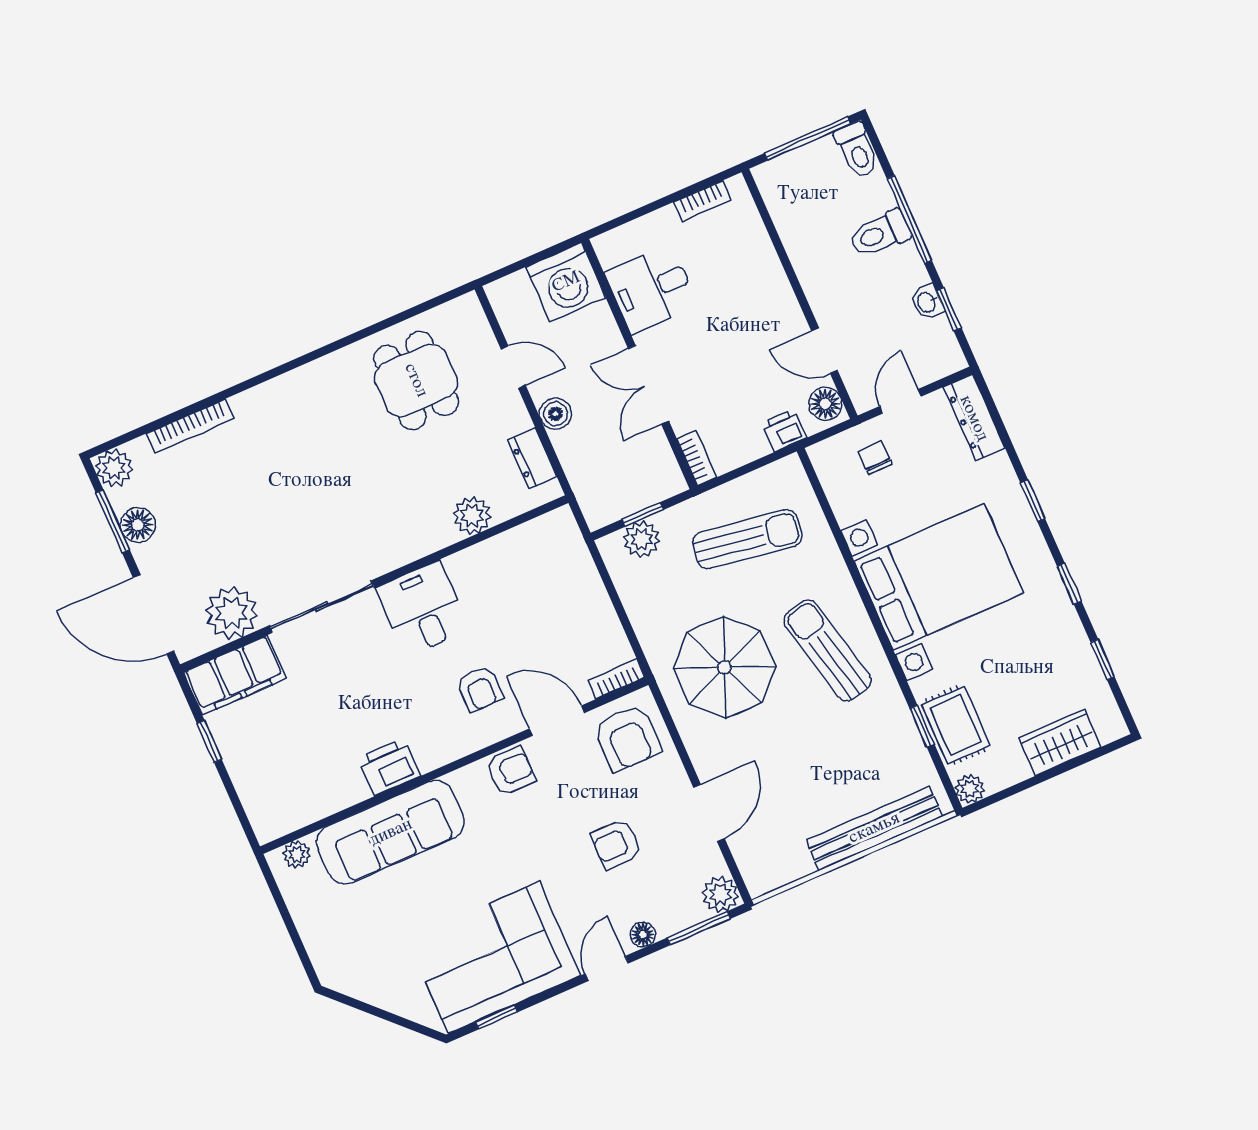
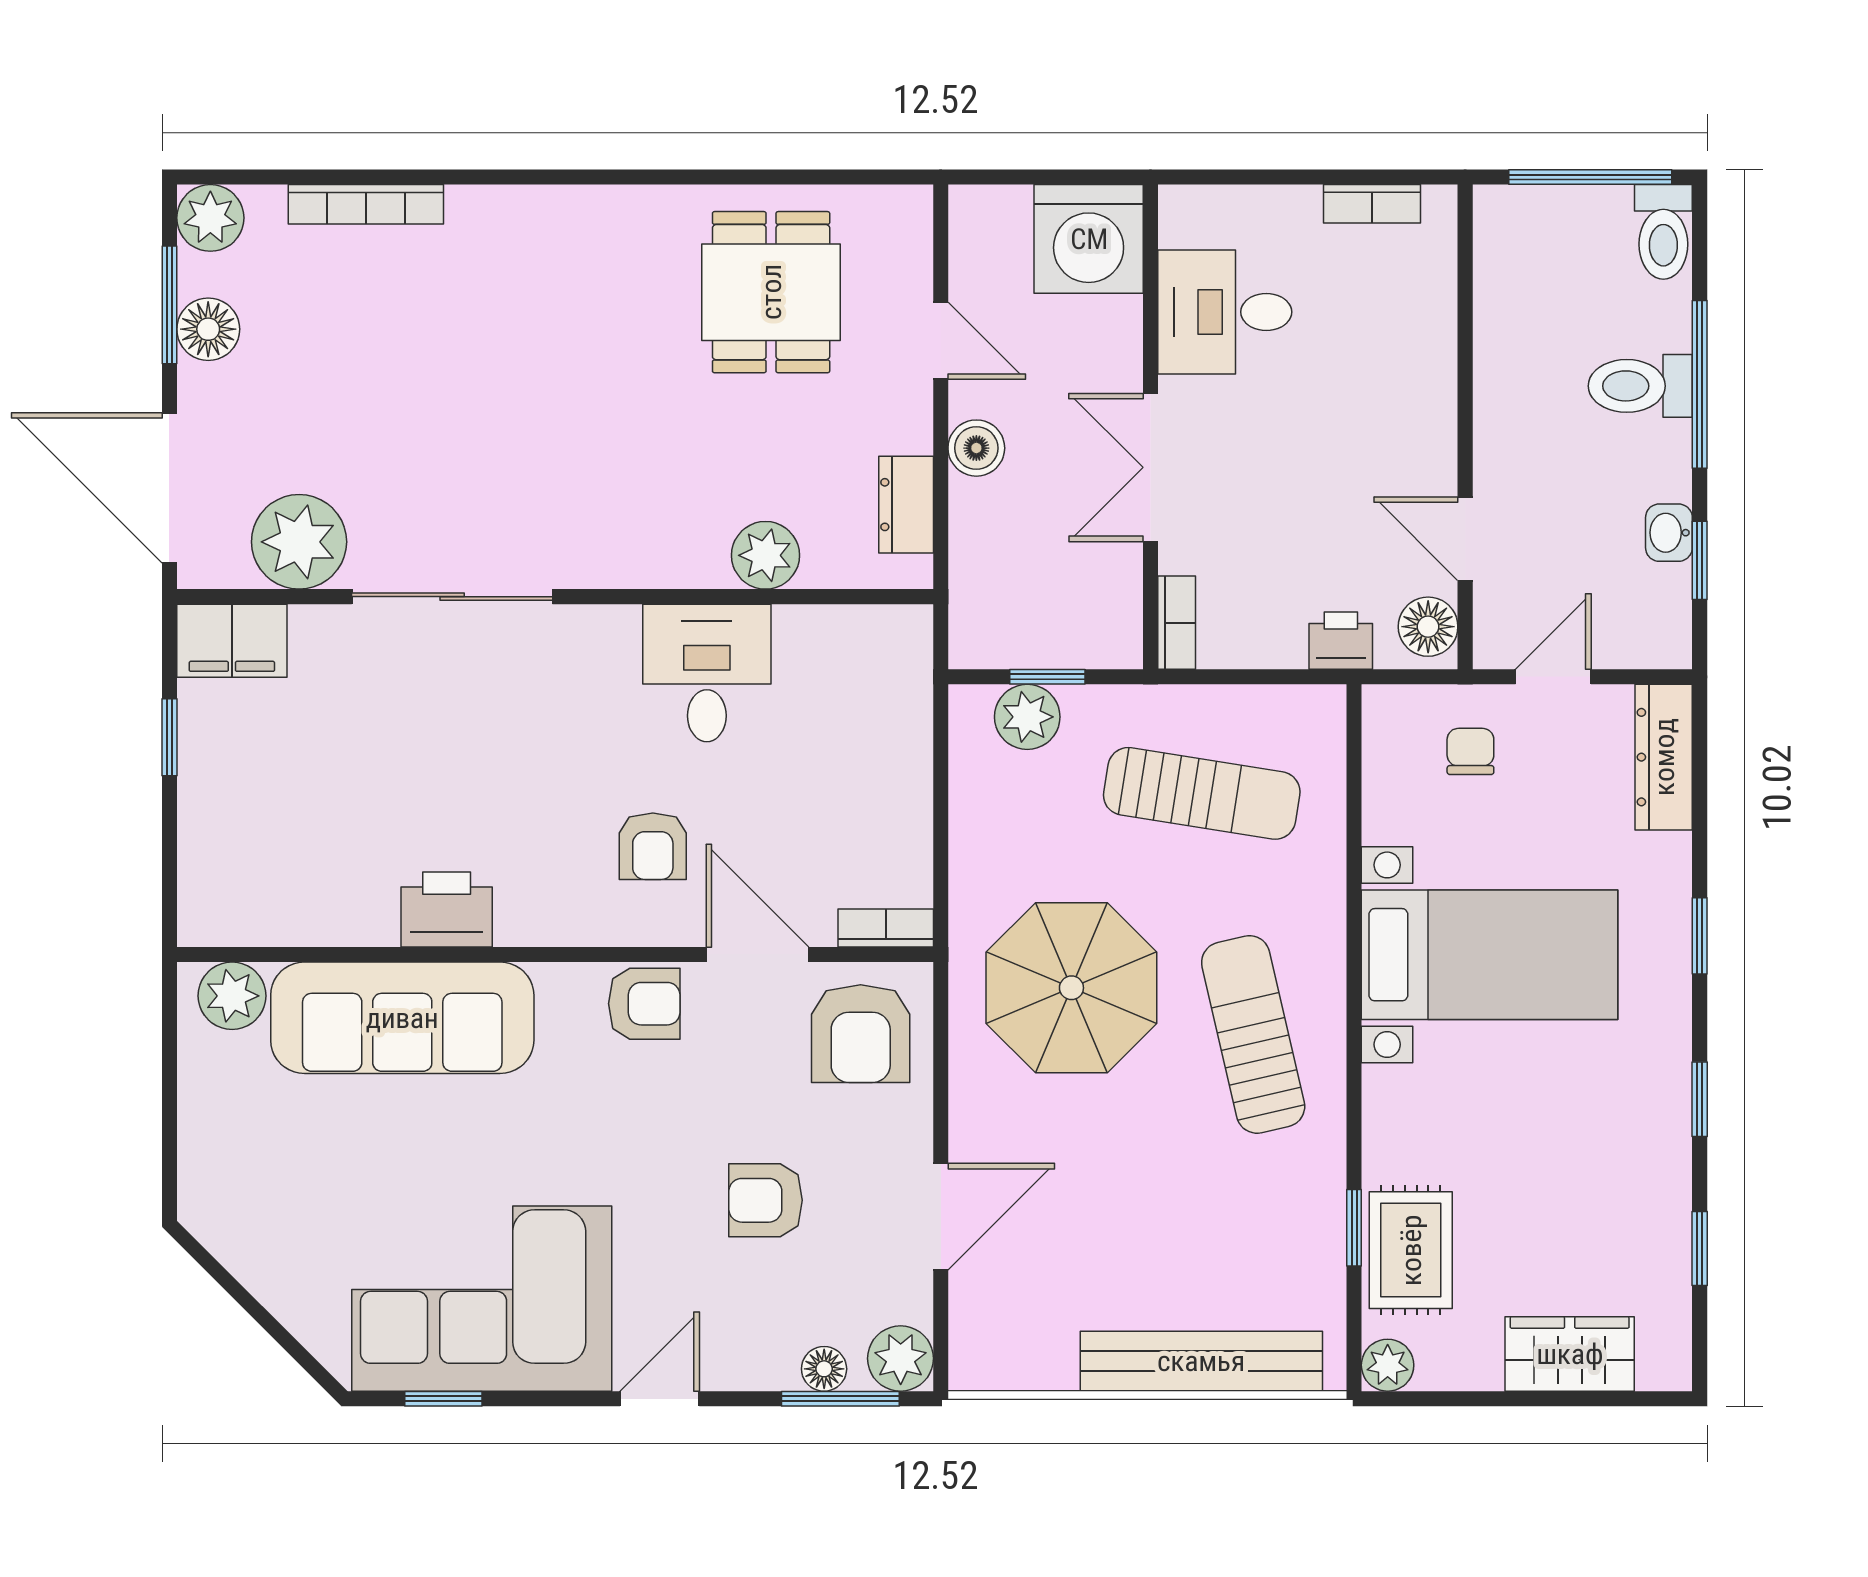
bed with nightstands: (939, 577) -> (1489, 955), width x0.73
desk: (423, 609) -> (707, 673), moved
filing cabinet: (235, 675) -> (232, 641), width x0.67, depth x0.86
plant: (297, 854) -> (232, 996), width x1.38, depth x1.38
floor lamp: (643, 935) -> (824, 1369), moved

